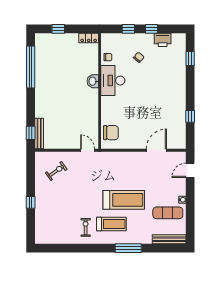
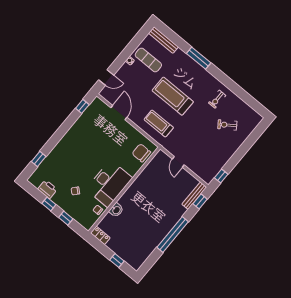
window: (31, 67) -> (173, 235), moved
washbasin: (93, 81) -> (116, 210), moved
desk: (113, 81) -> (109, 184), width x1.36, depth x1.30
window: (190, 116) -> (82, 106), moved
door: (88, 150) -> (178, 162), moved
door: (156, 150) -> (119, 113), swing flipped
exercise bike: (56, 171) -> (227, 125), moved
window: (31, 202) -> (221, 176), moved
treadmill: (111, 224) -> (159, 123), moved

